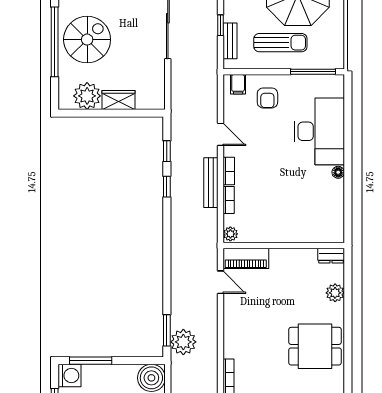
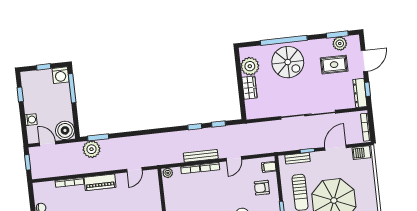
piano: (246, 258) -> (100, 182), moved, turned -90

